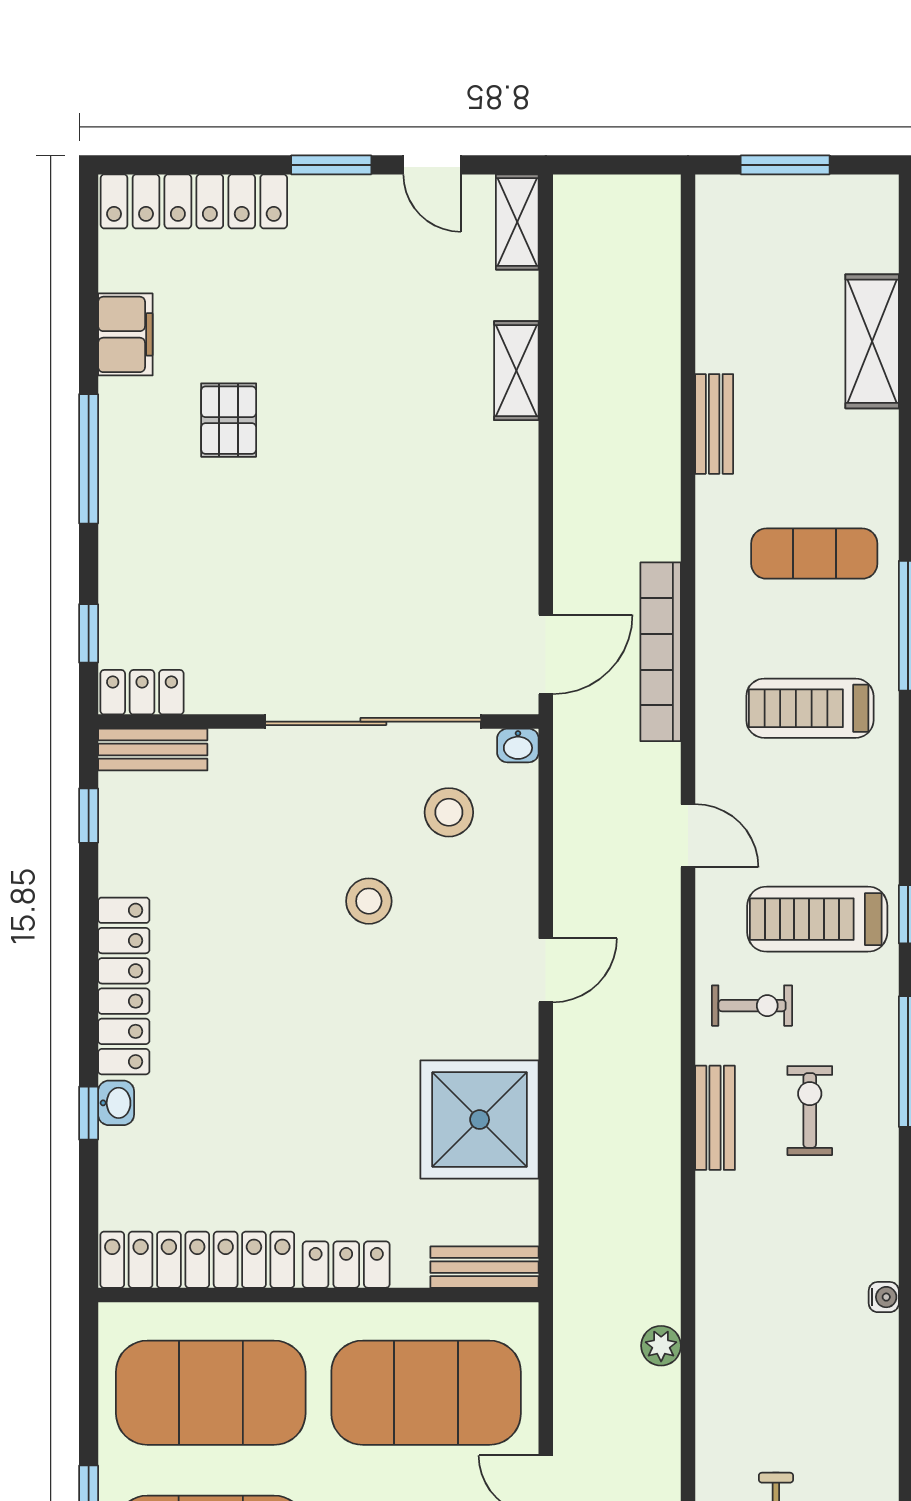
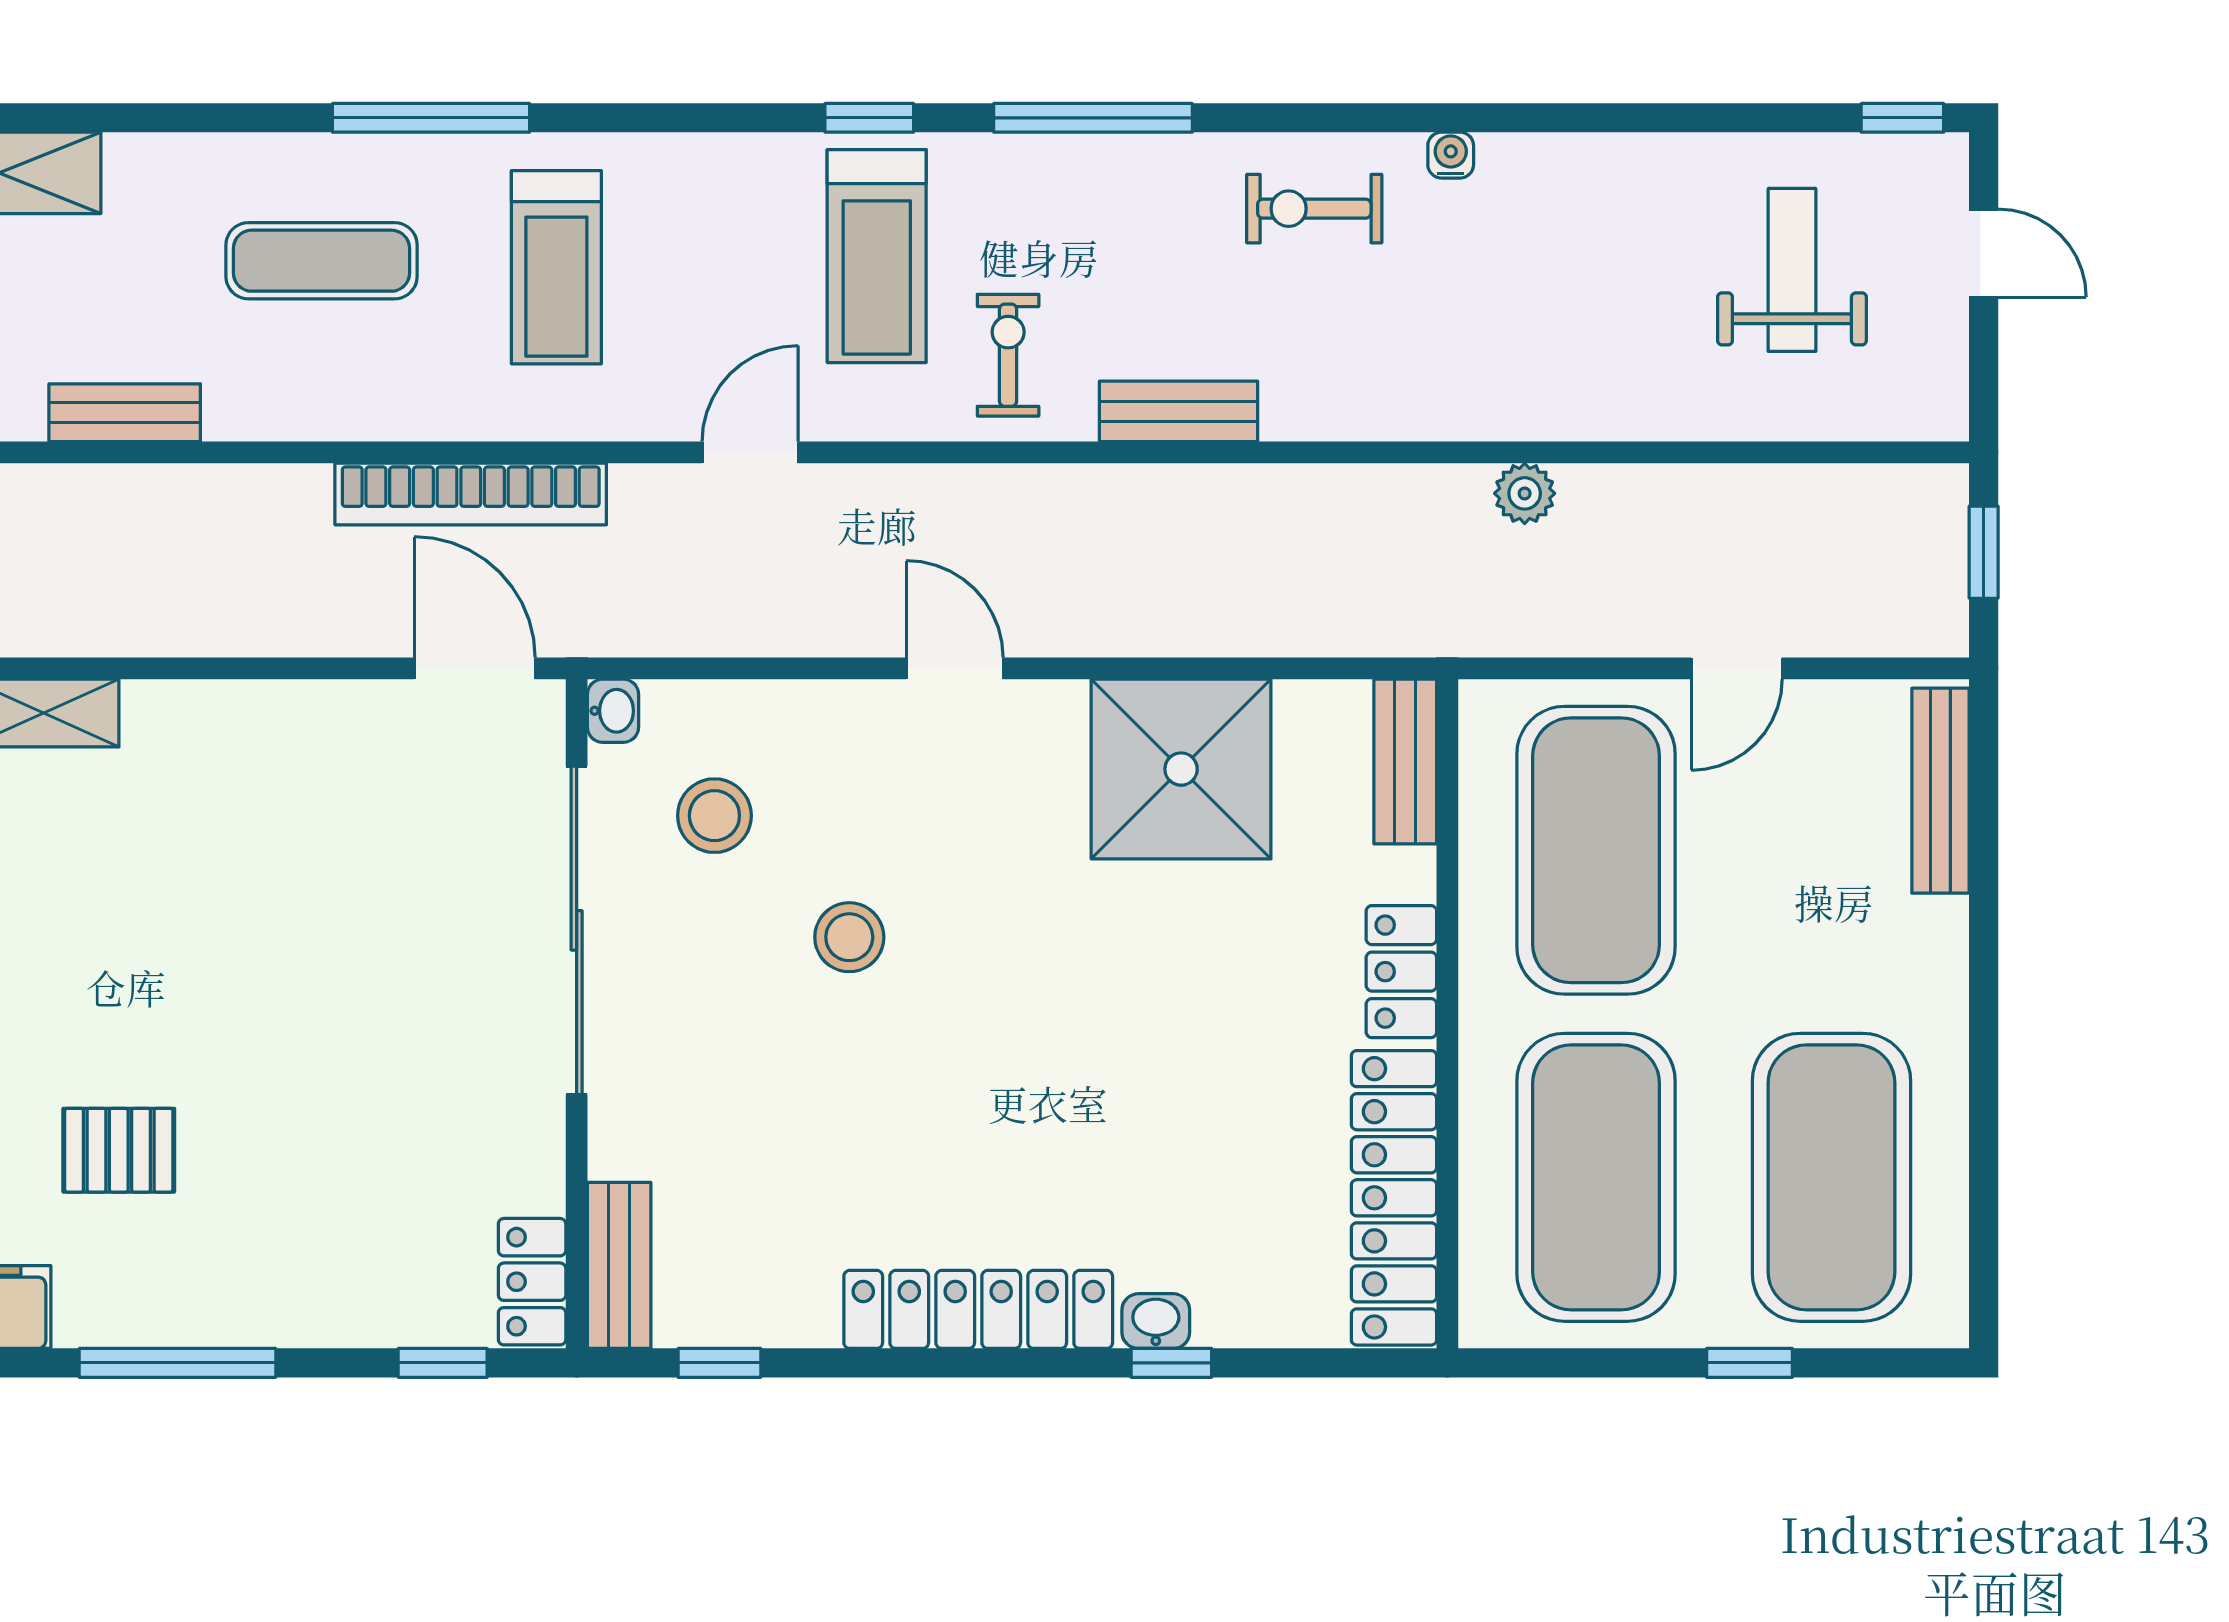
exercise mat: (814, 554) -> (322, 261), turned 90
exercise bike: (810, 1111) -> (1314, 209), moved

